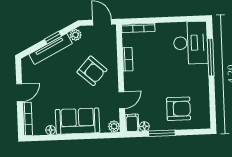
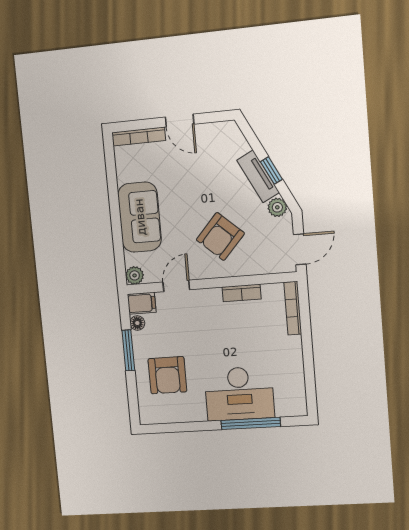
desk: (191, 43) -> (239, 394), moved
tv unit: (51, 49) -> (258, 176), width x0.71
door: (122, 100) -> (176, 286), swing flipped
floor lamp: (50, 130) -> (123, 175), removed

